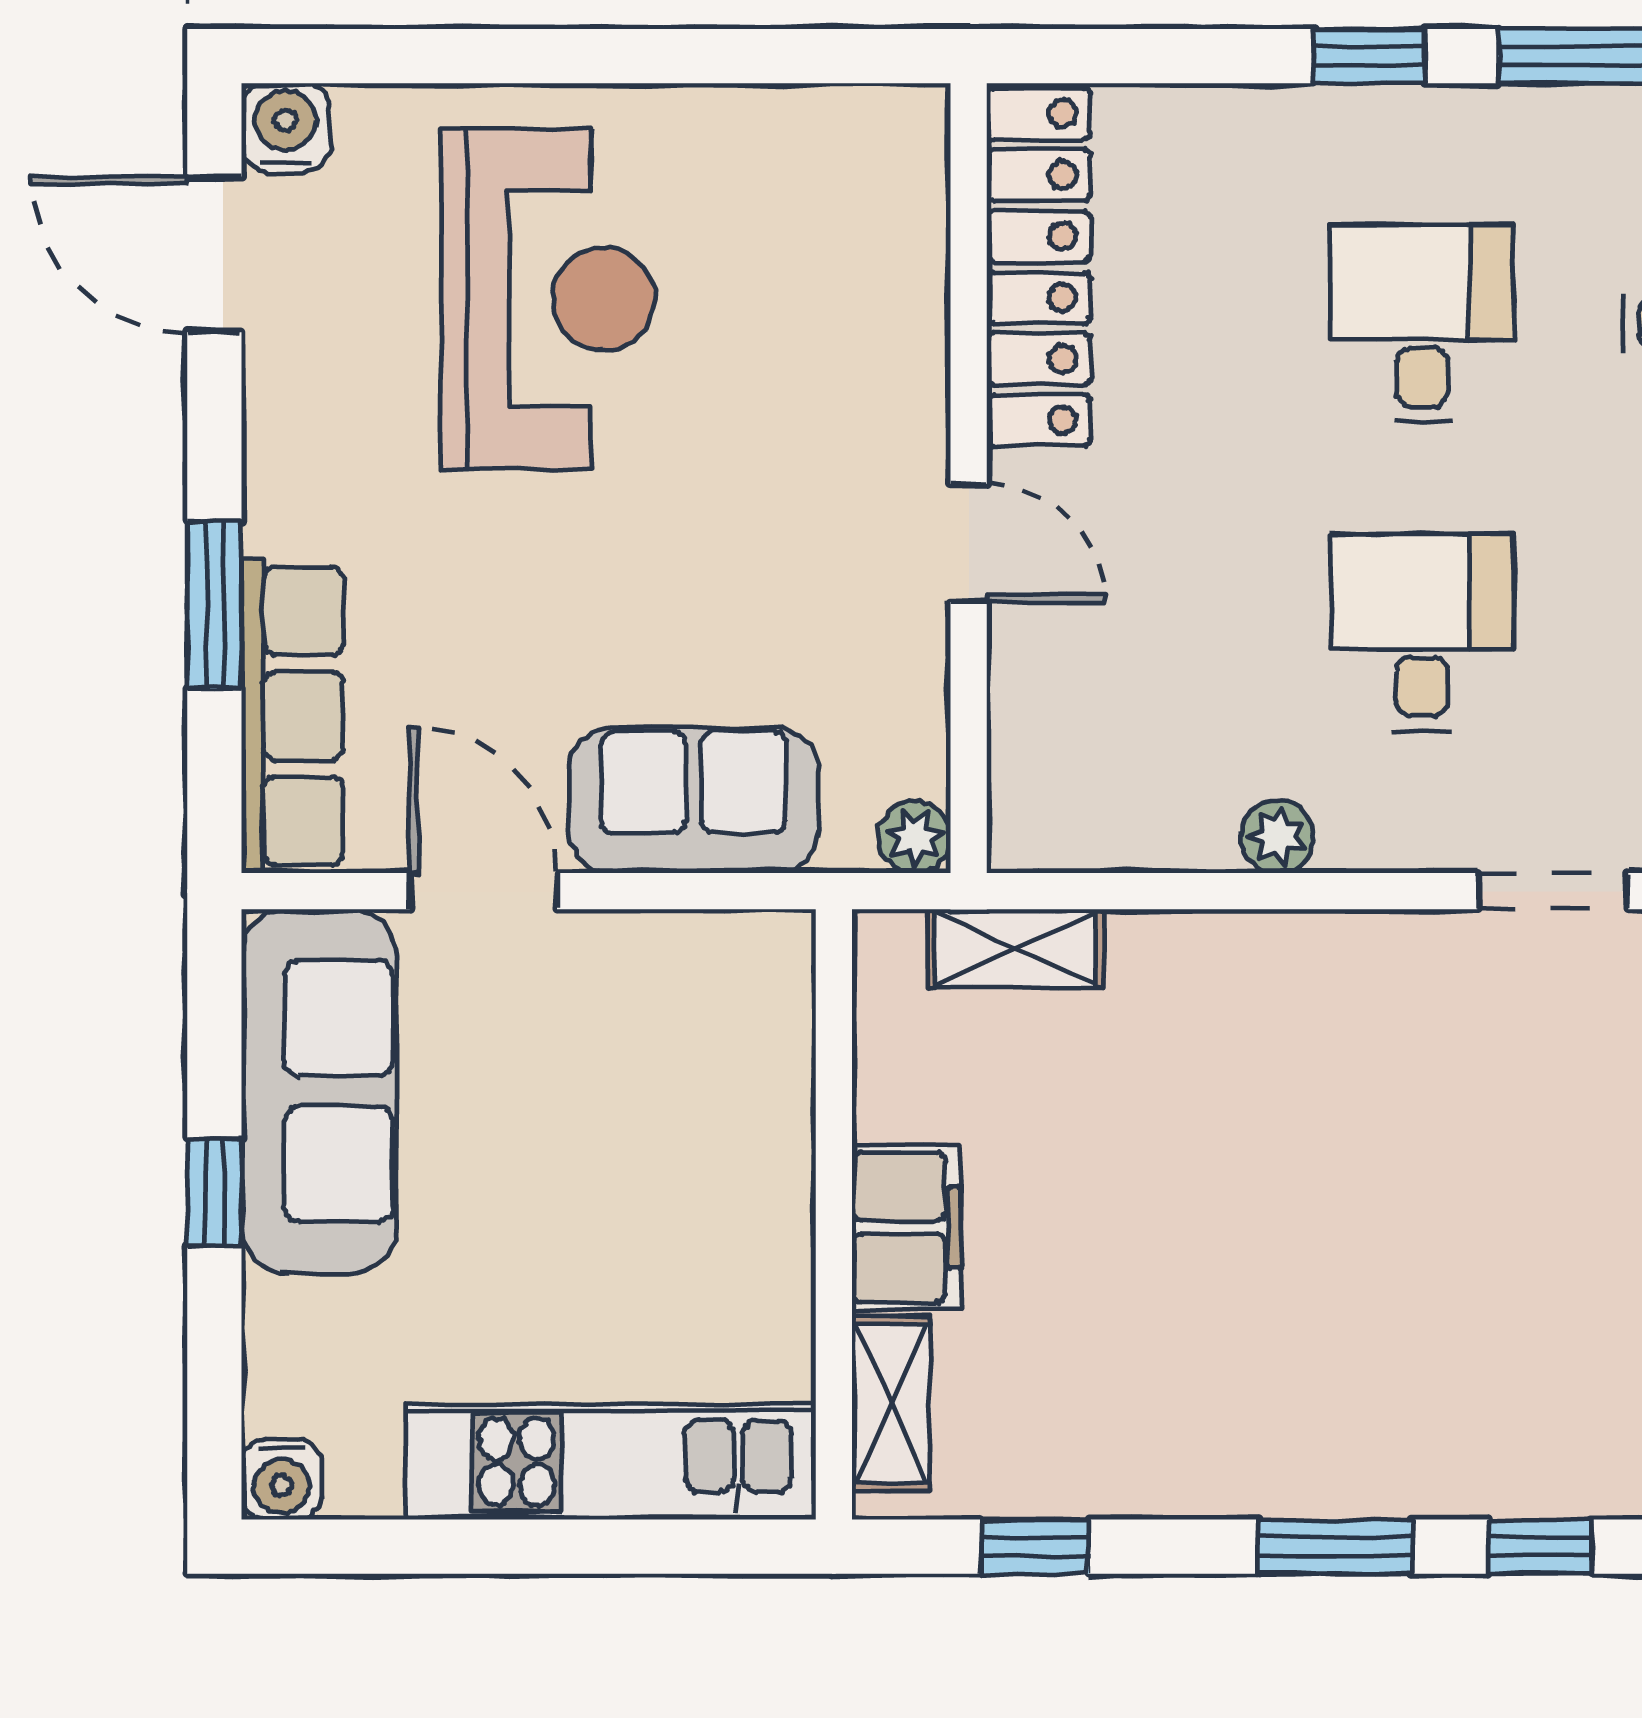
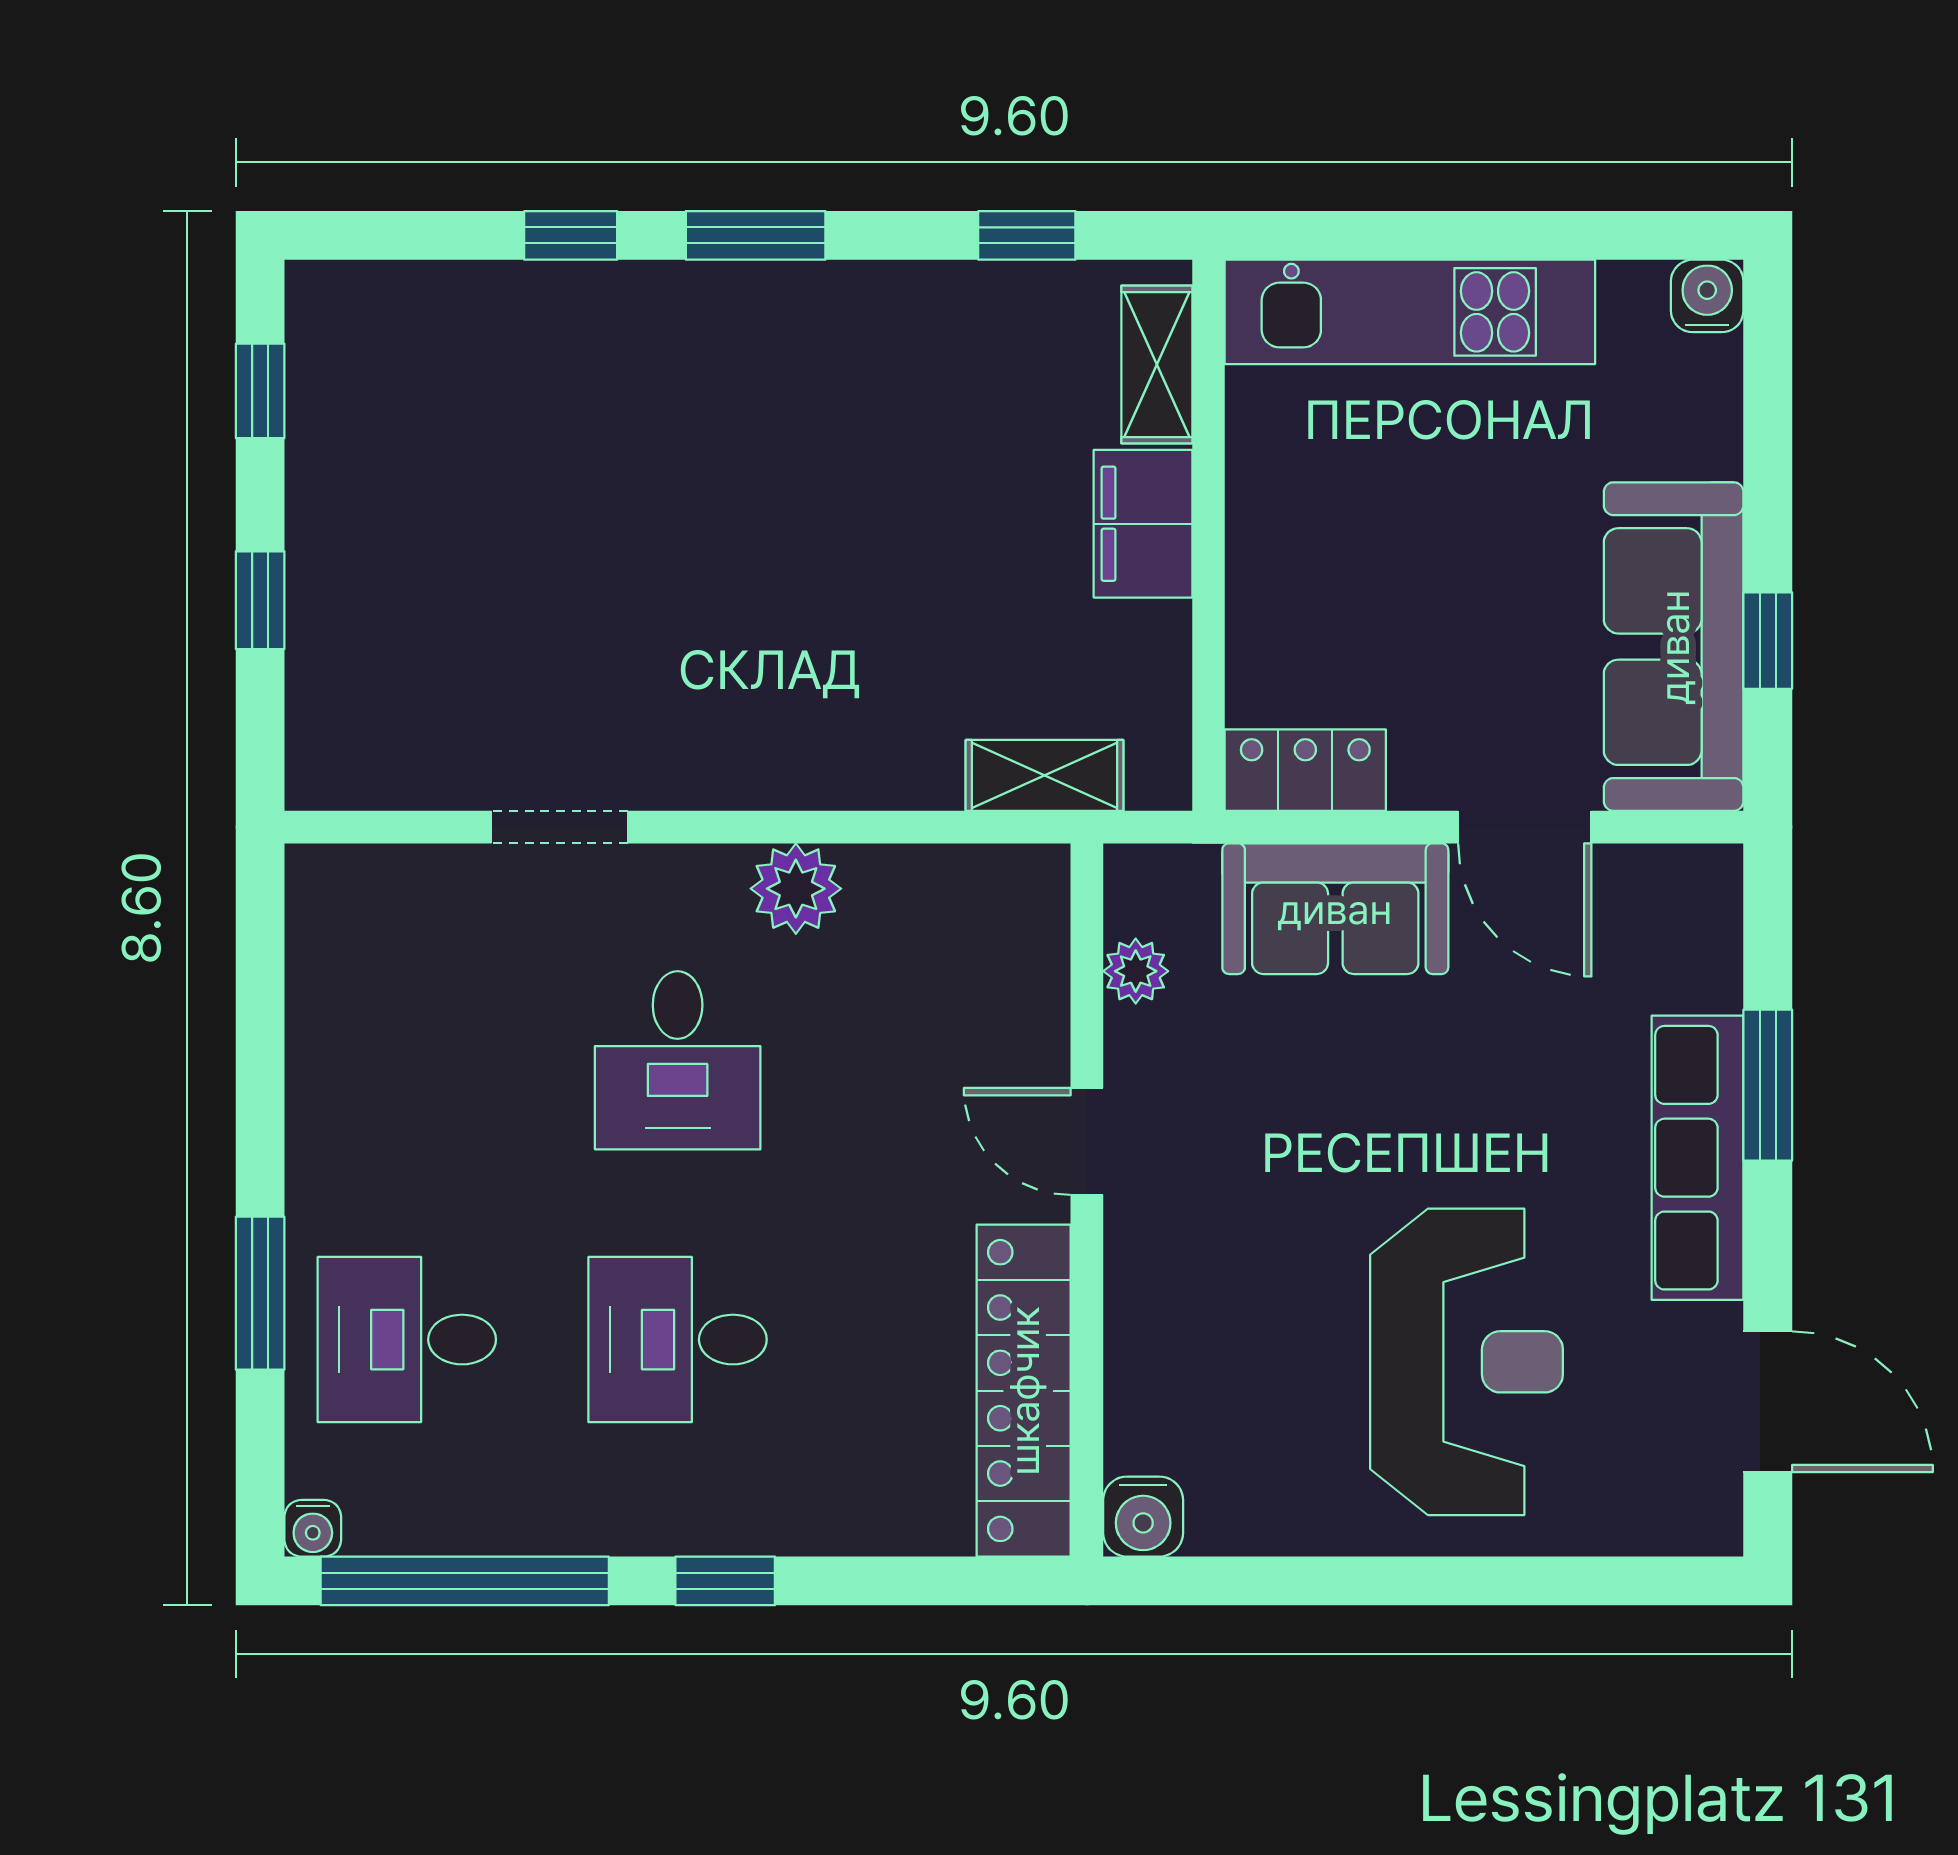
water cooler: (286, 127) -> (1143, 1517), moved
reception desk: (548, 299) -> (1467, 1362), turned 180
desk: (1422, 323) -> (678, 1340), turned 90
row of seats: (292, 716) -> (1697, 1158), moved
plant: (914, 837) -> (1136, 971), moved
plant: (1277, 837) -> (796, 889), width x1.38, depth x1.38
locker: (727, 954) -> (1305, 770), added
window: (214, 1192) -> (1768, 641), moved

